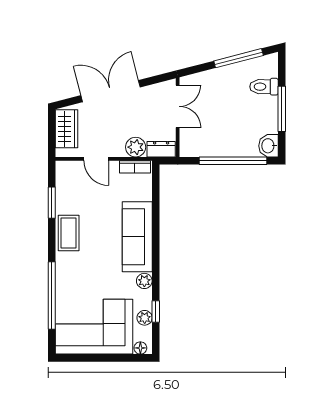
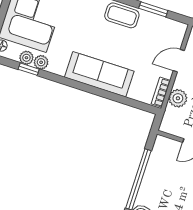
dresser: (161, 149) -> (169, 120), removed
plant: (144, 281) -> (41, 62), moved

